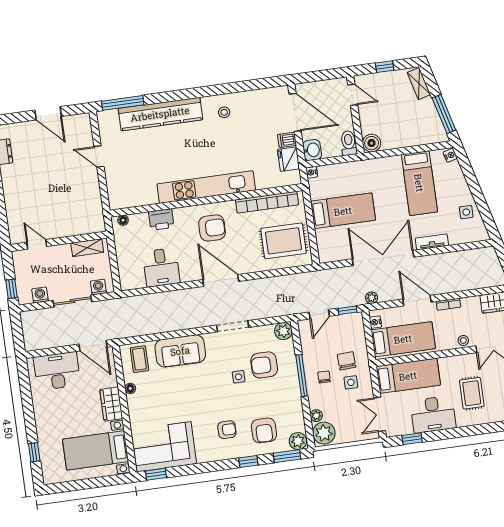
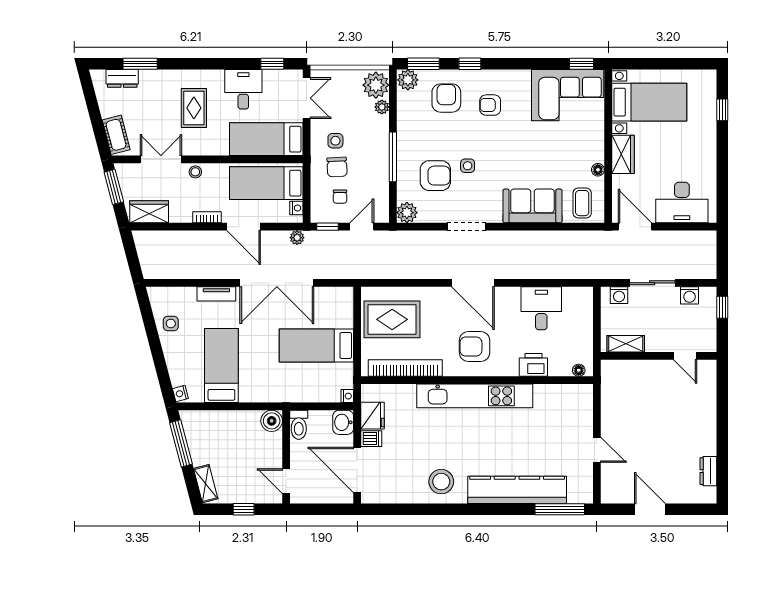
stool: (224, 112) -> (441, 482), width x1.89, depth x1.89
chair: (324, 377) -> (340, 197), moved
desk: (433, 414) -> (243, 89), width x0.73

